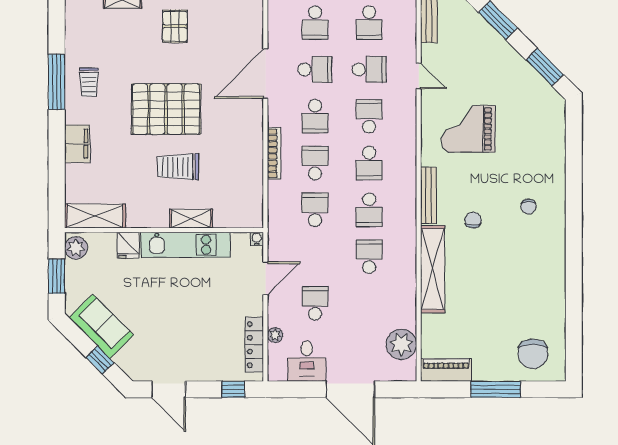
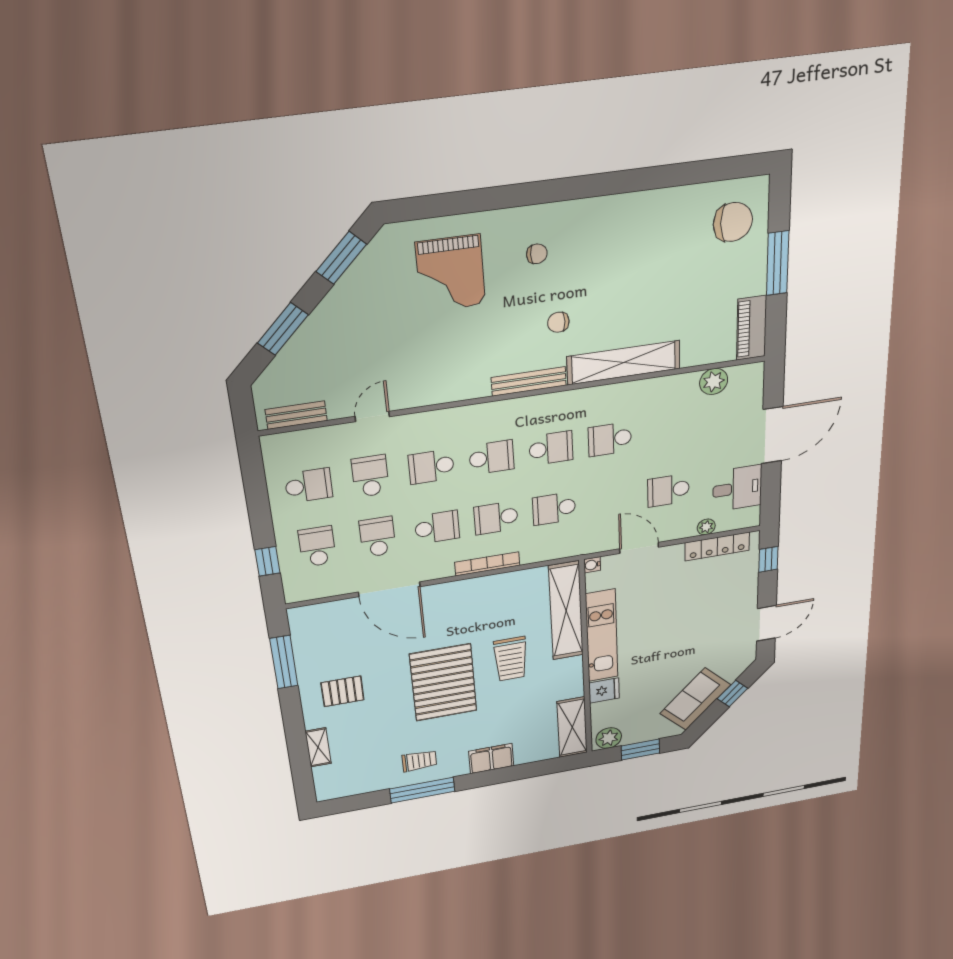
school desk: (315, 23) -> (317, 546), turned -90
grand piano: (468, 129) -> (451, 273), moved
shelving: (191, 219) -> (566, 611), width x2.20, depth x1.33
plant: (401, 344) -> (714, 381), width x0.73, depth x0.73

